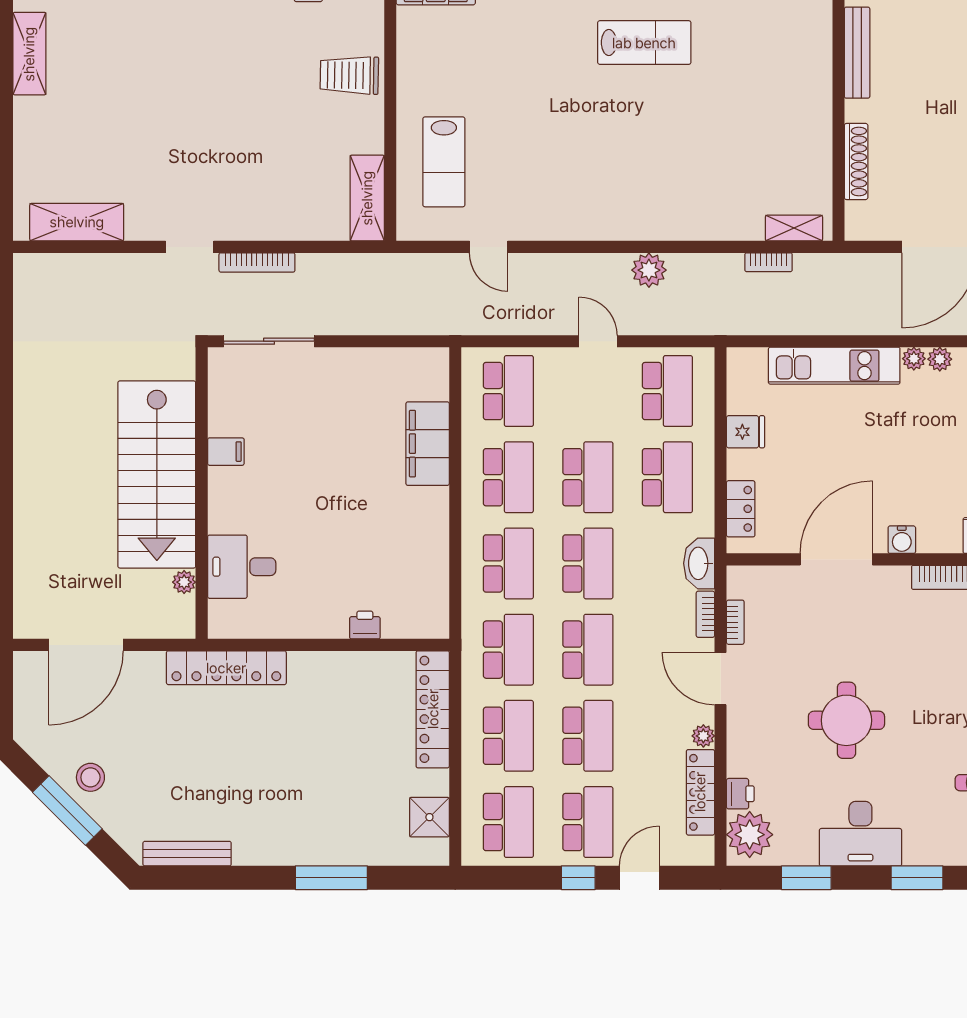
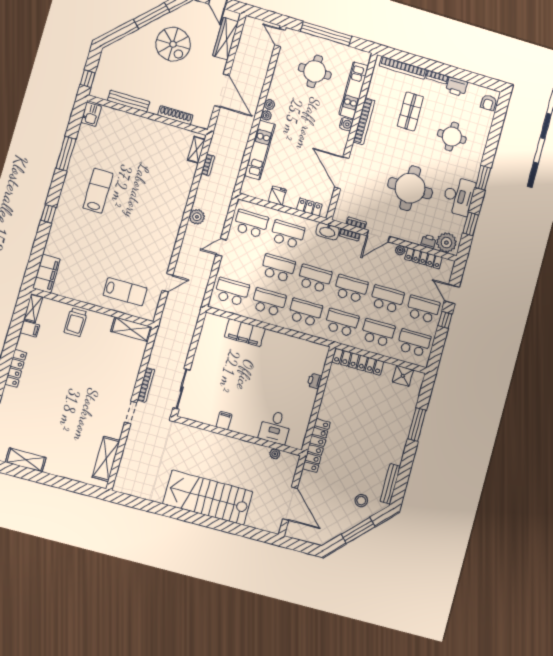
stairs: (157, 474) -> (208, 498), moved, turned 180
water cooler: (902, 540) -> (346, 124), moved
round table: (846, 720) -> (410, 188), width x1.36, depth x1.36
stool: (90, 777) -> (361, 501), moved

